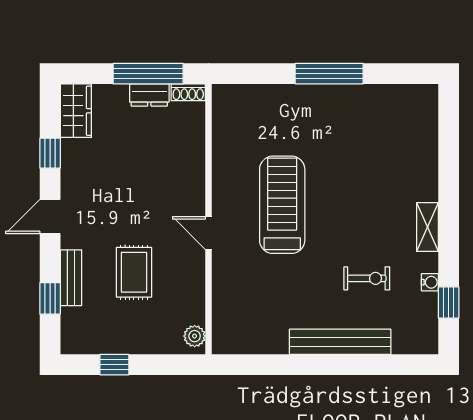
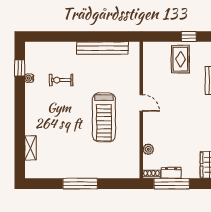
shelving: (428, 227) -> (30, 148), moved
rug: (134, 272) -> (180, 59), moved
plant: (195, 336) -> (148, 149), moved
bench: (340, 342) -> (103, 48), moved

